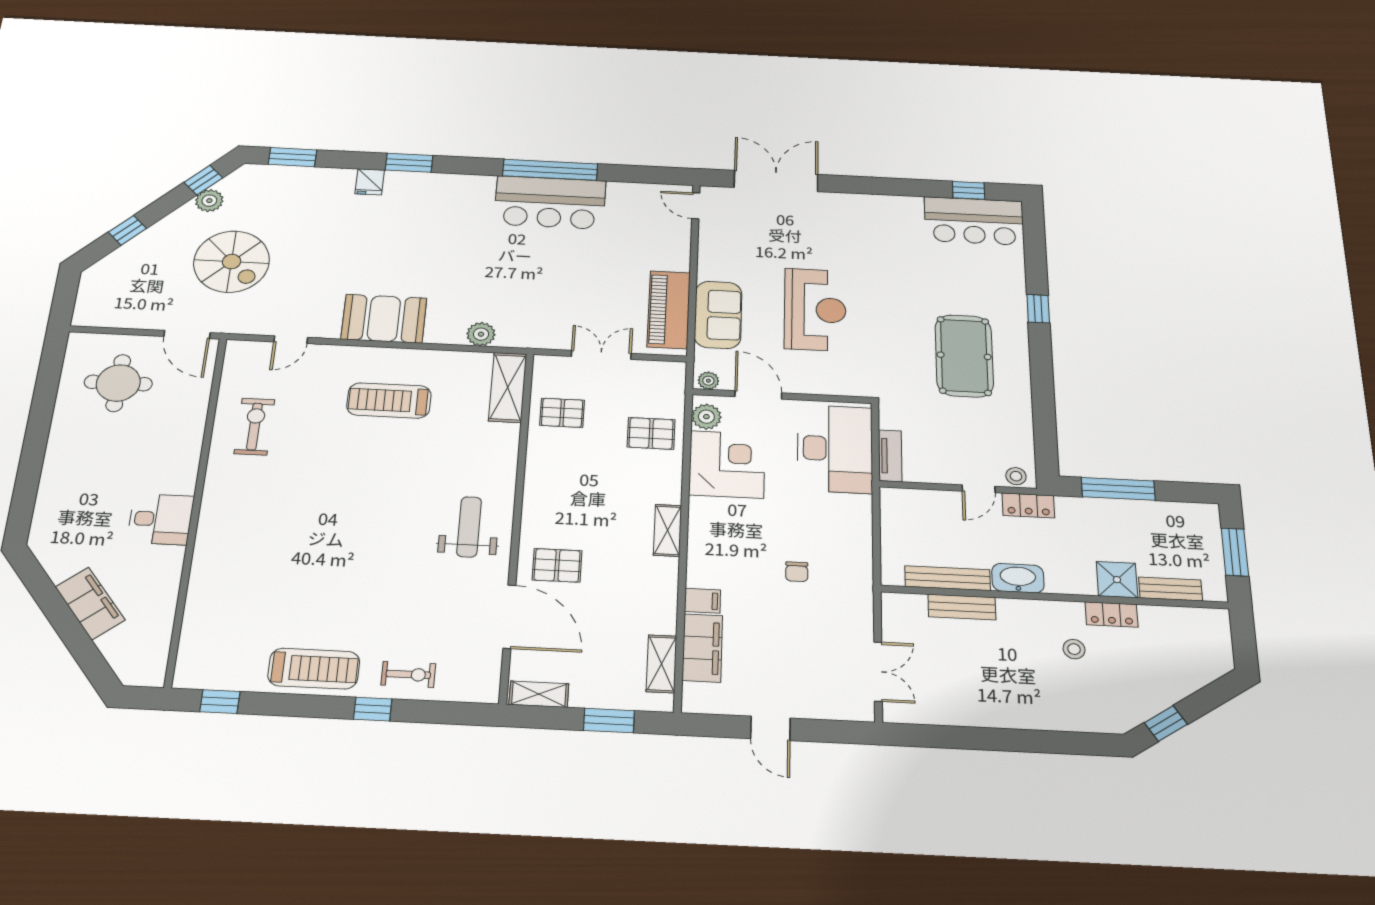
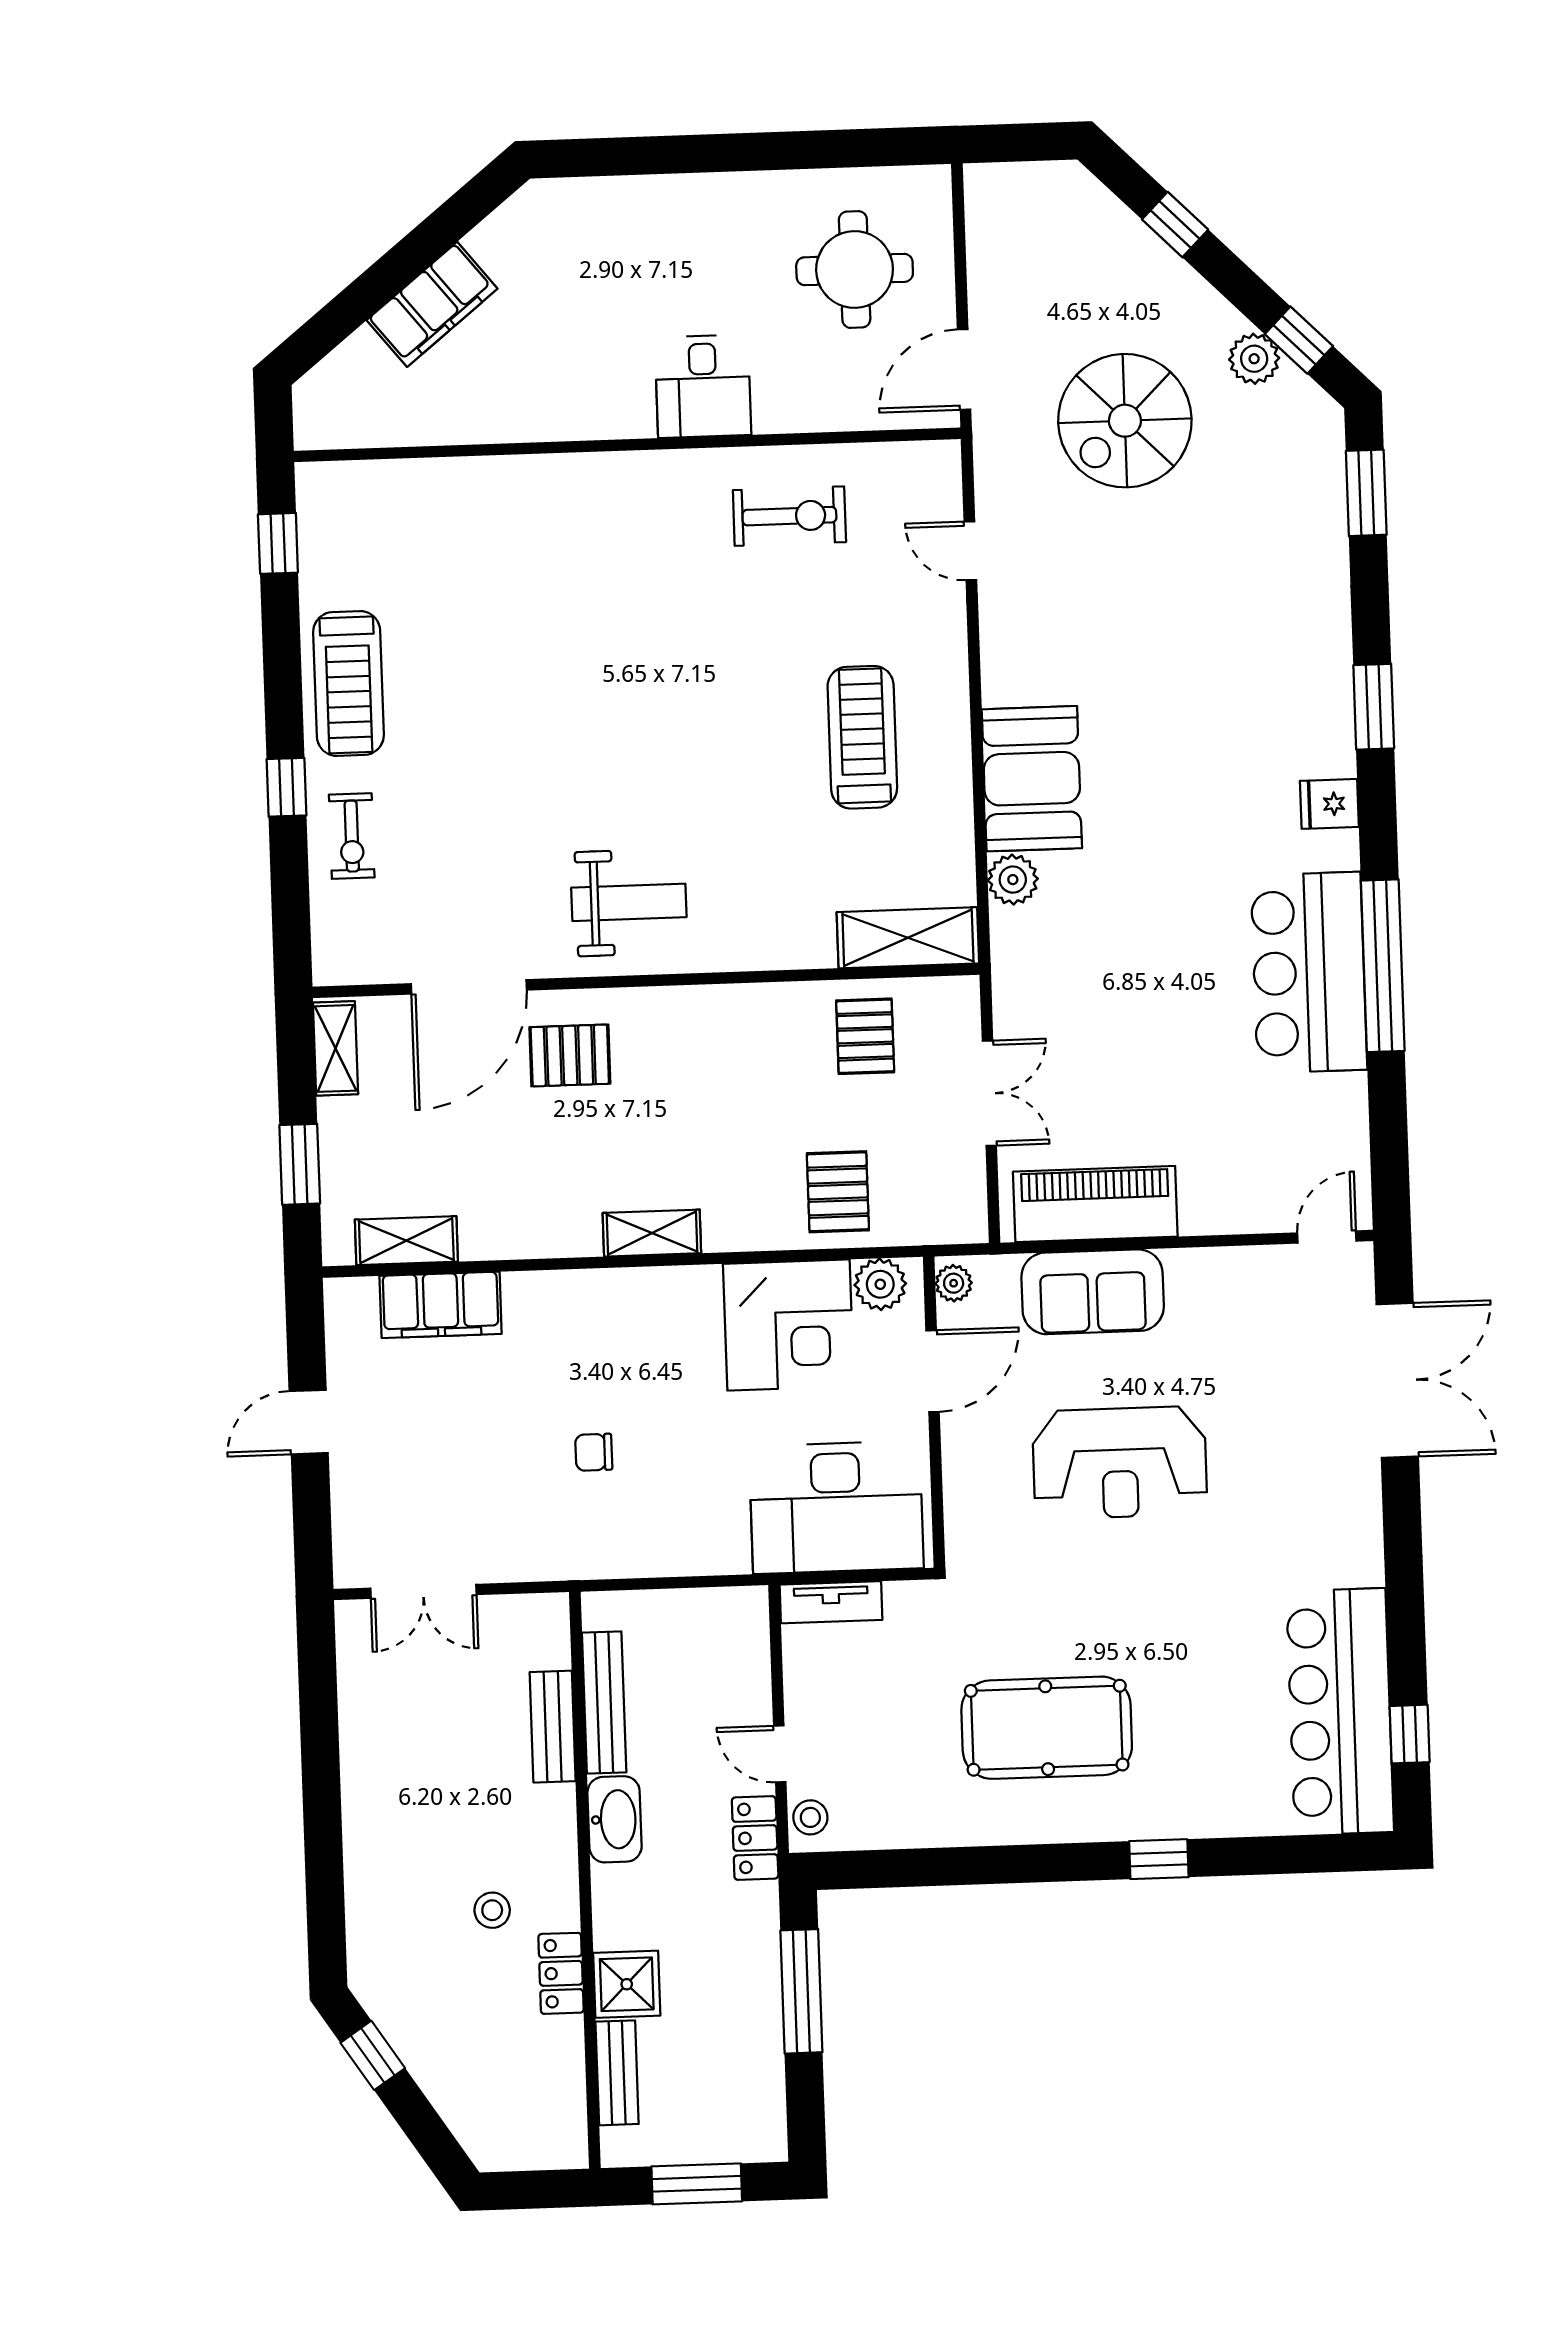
fridge: (370, 182) -> (1329, 804), moved
bar counter: (974, 221) -> (1340, 1712), width x1.36
booth: (384, 319) -> (1032, 779), moved
desk: (161, 519) -> (703, 386), moved
pallet: (557, 565) -> (570, 1055), turned 90
filing cabinet: (703, 601) -> (526, 1300), removed

